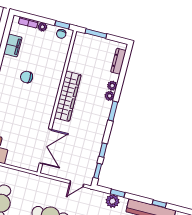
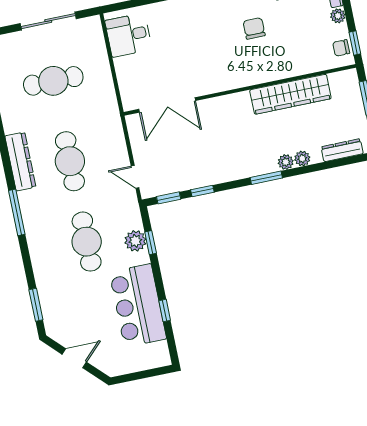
wardrobe: (68, 96) -> (290, 94), moved

